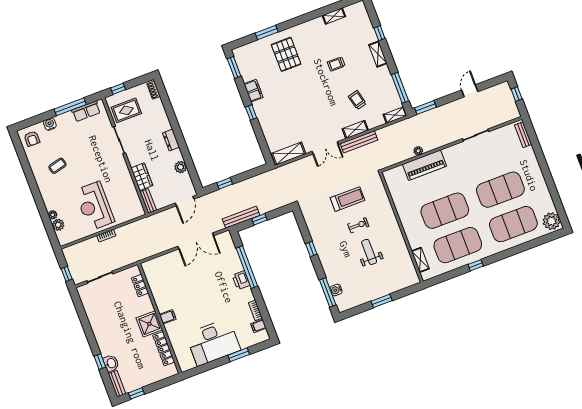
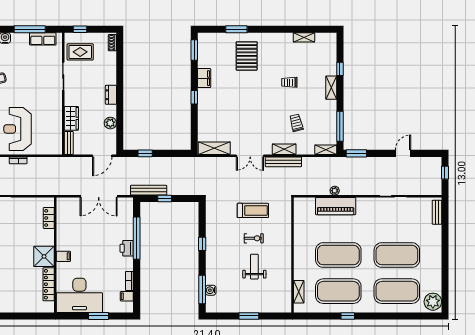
locker: (140, 286) -> (49, 218), moved
filing cabinet: (168, 317) -> (63, 256), moved
wall: (160, 318) -> (55, 255), moved
shower: (149, 324) -> (44, 256), moved
locker: (164, 349) -> (49, 284), moved

